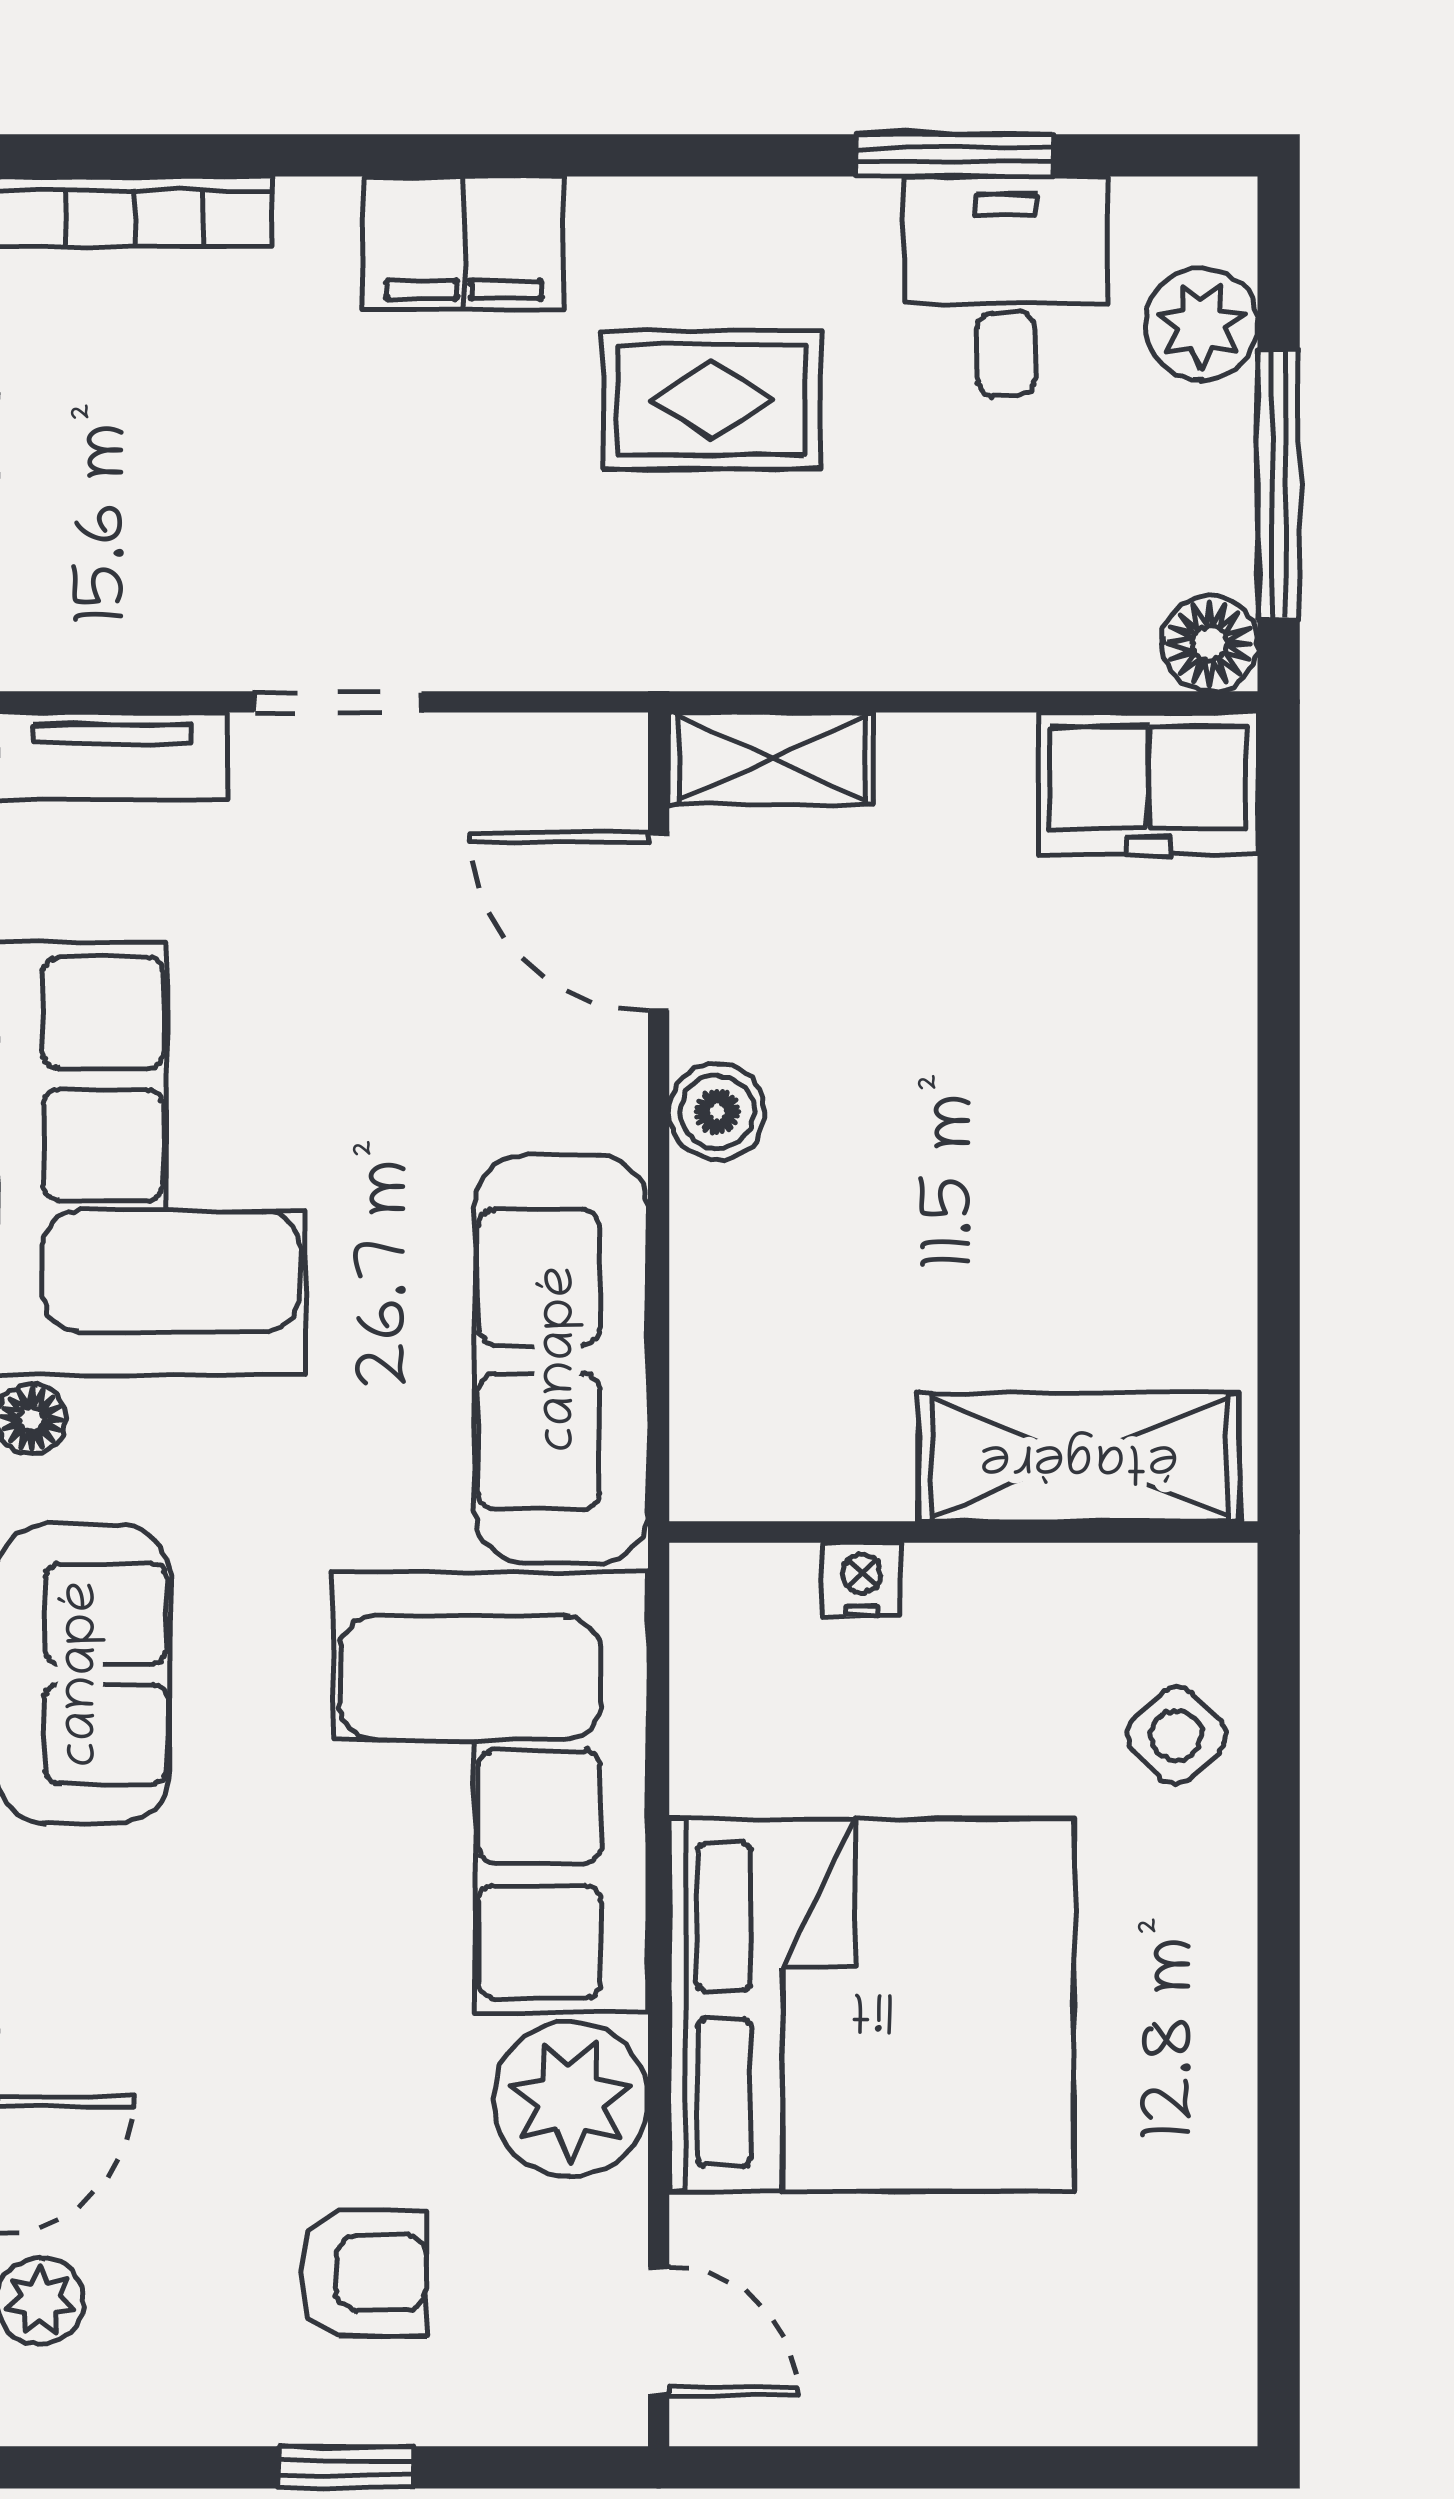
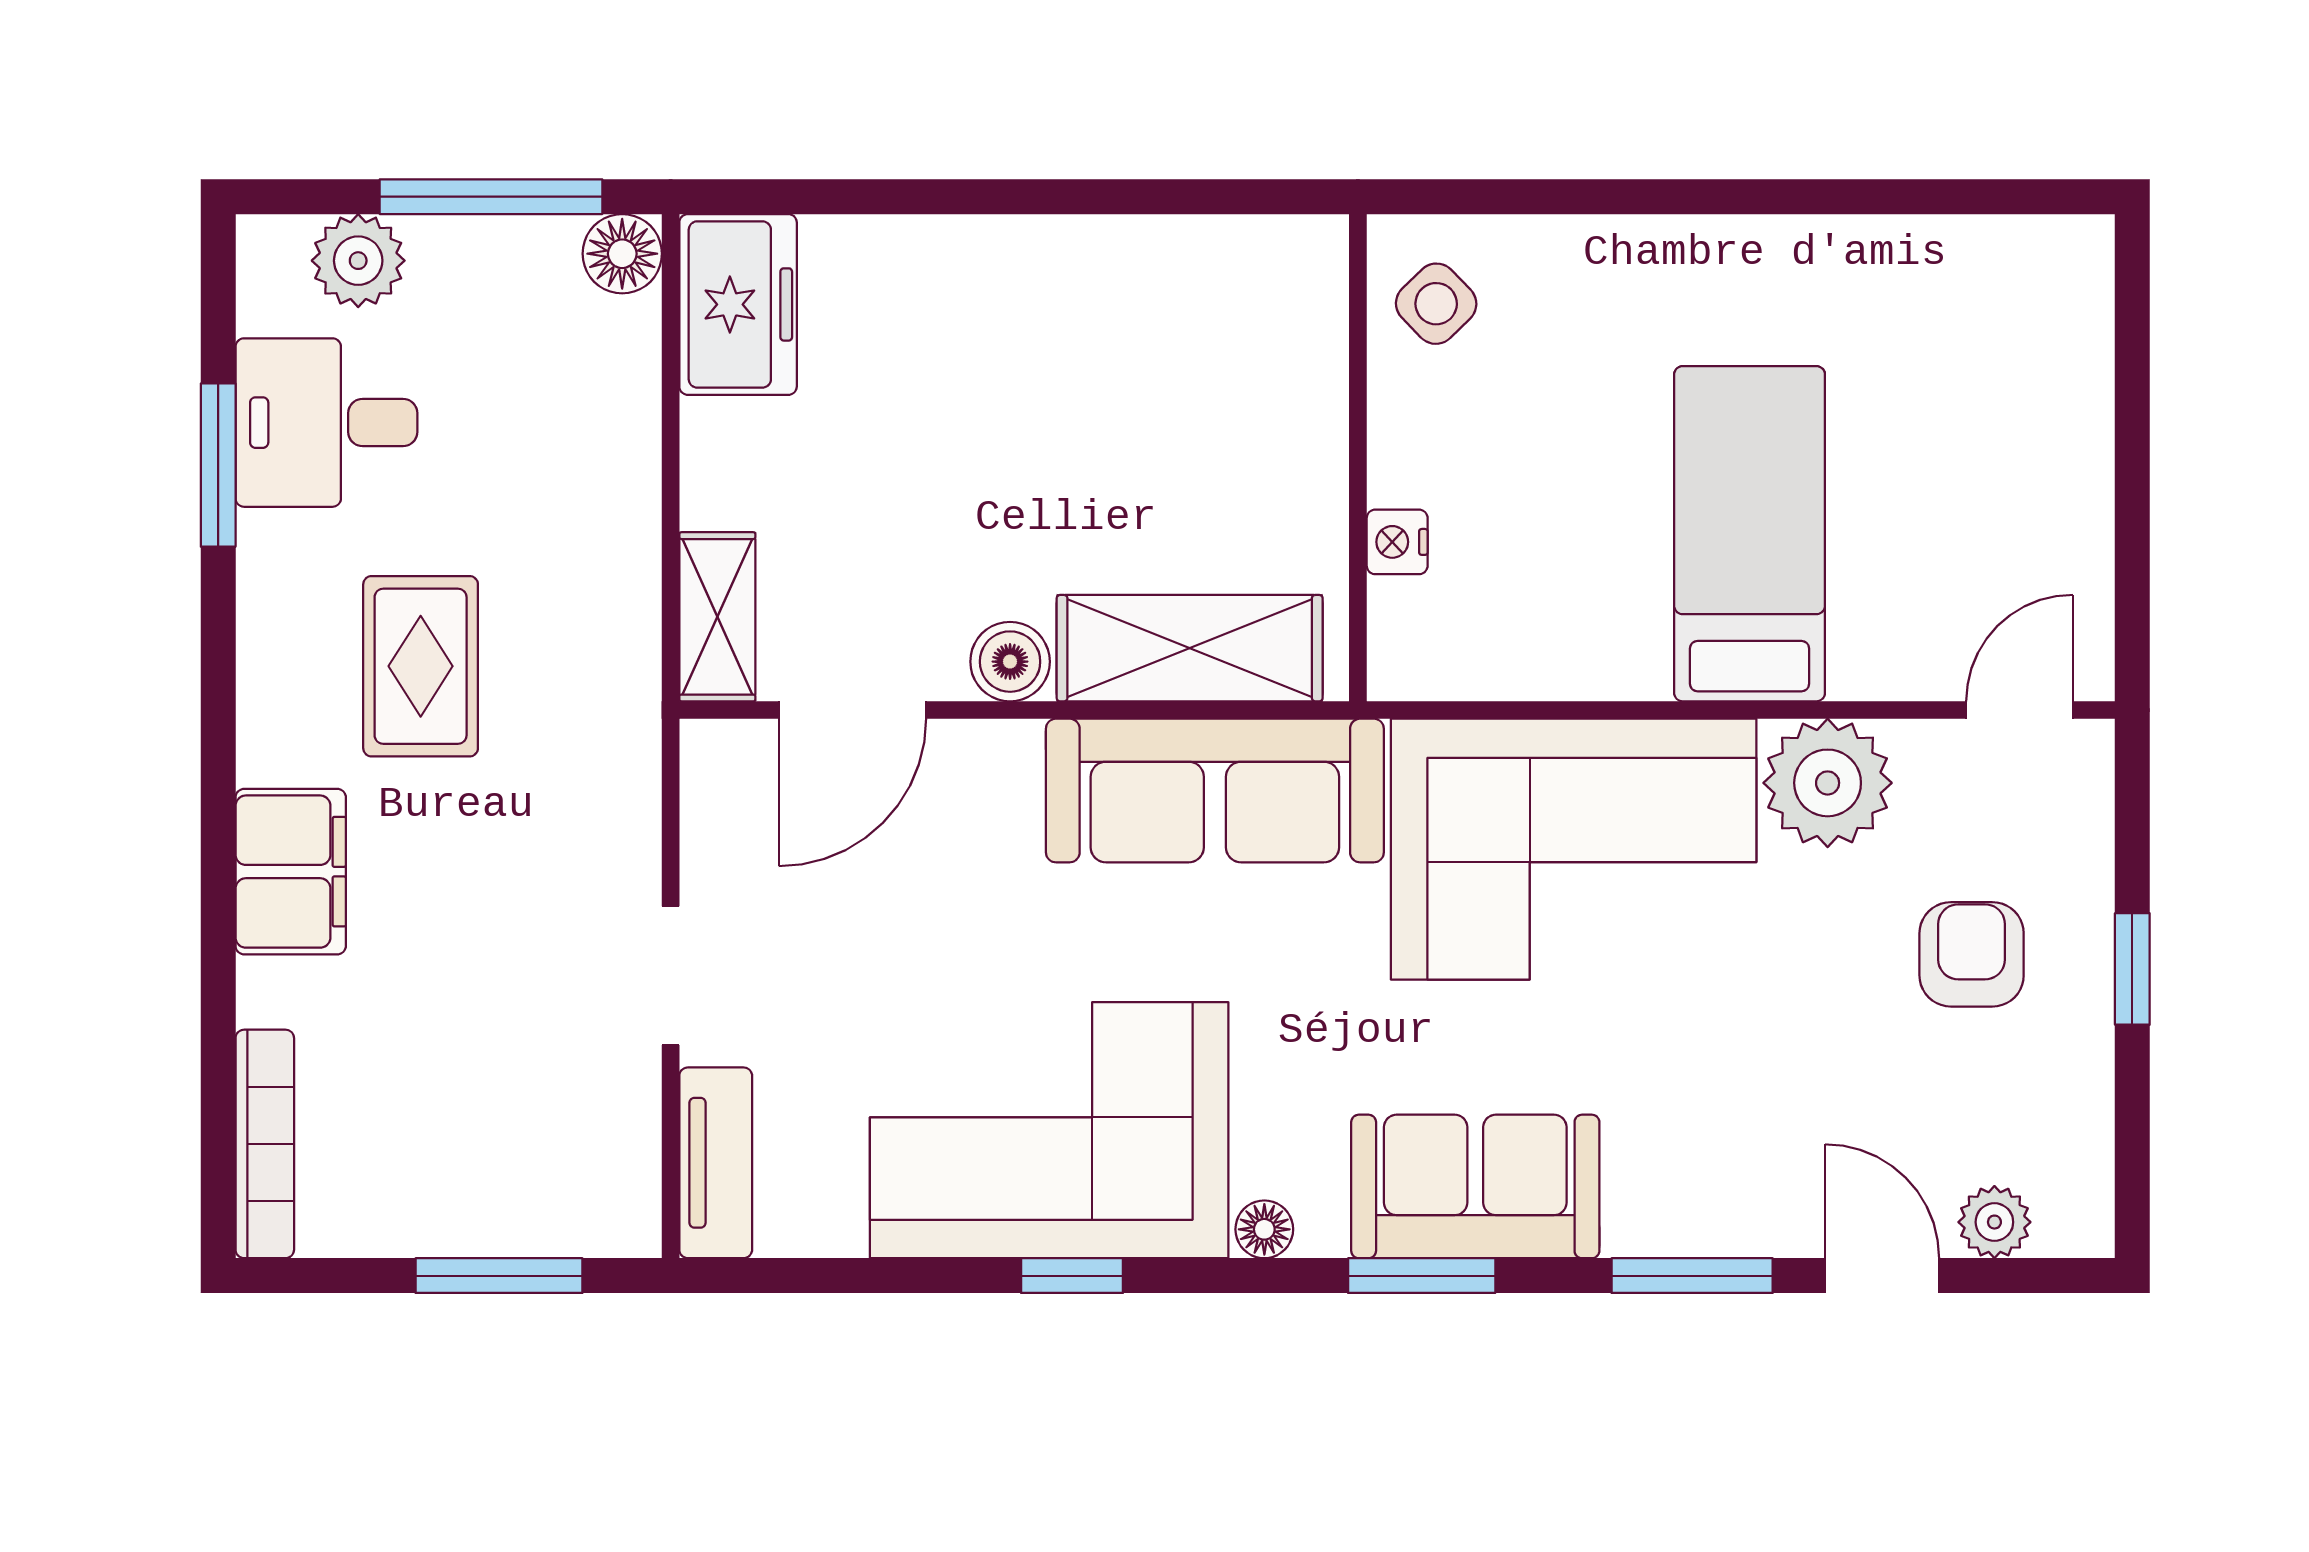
shelving: (1079, 1457) -> (1190, 648), moved, turned 90
side table: (1176, 1735) -> (1436, 304), moved
bed: (872, 2005) -> (1750, 534), width x0.49

